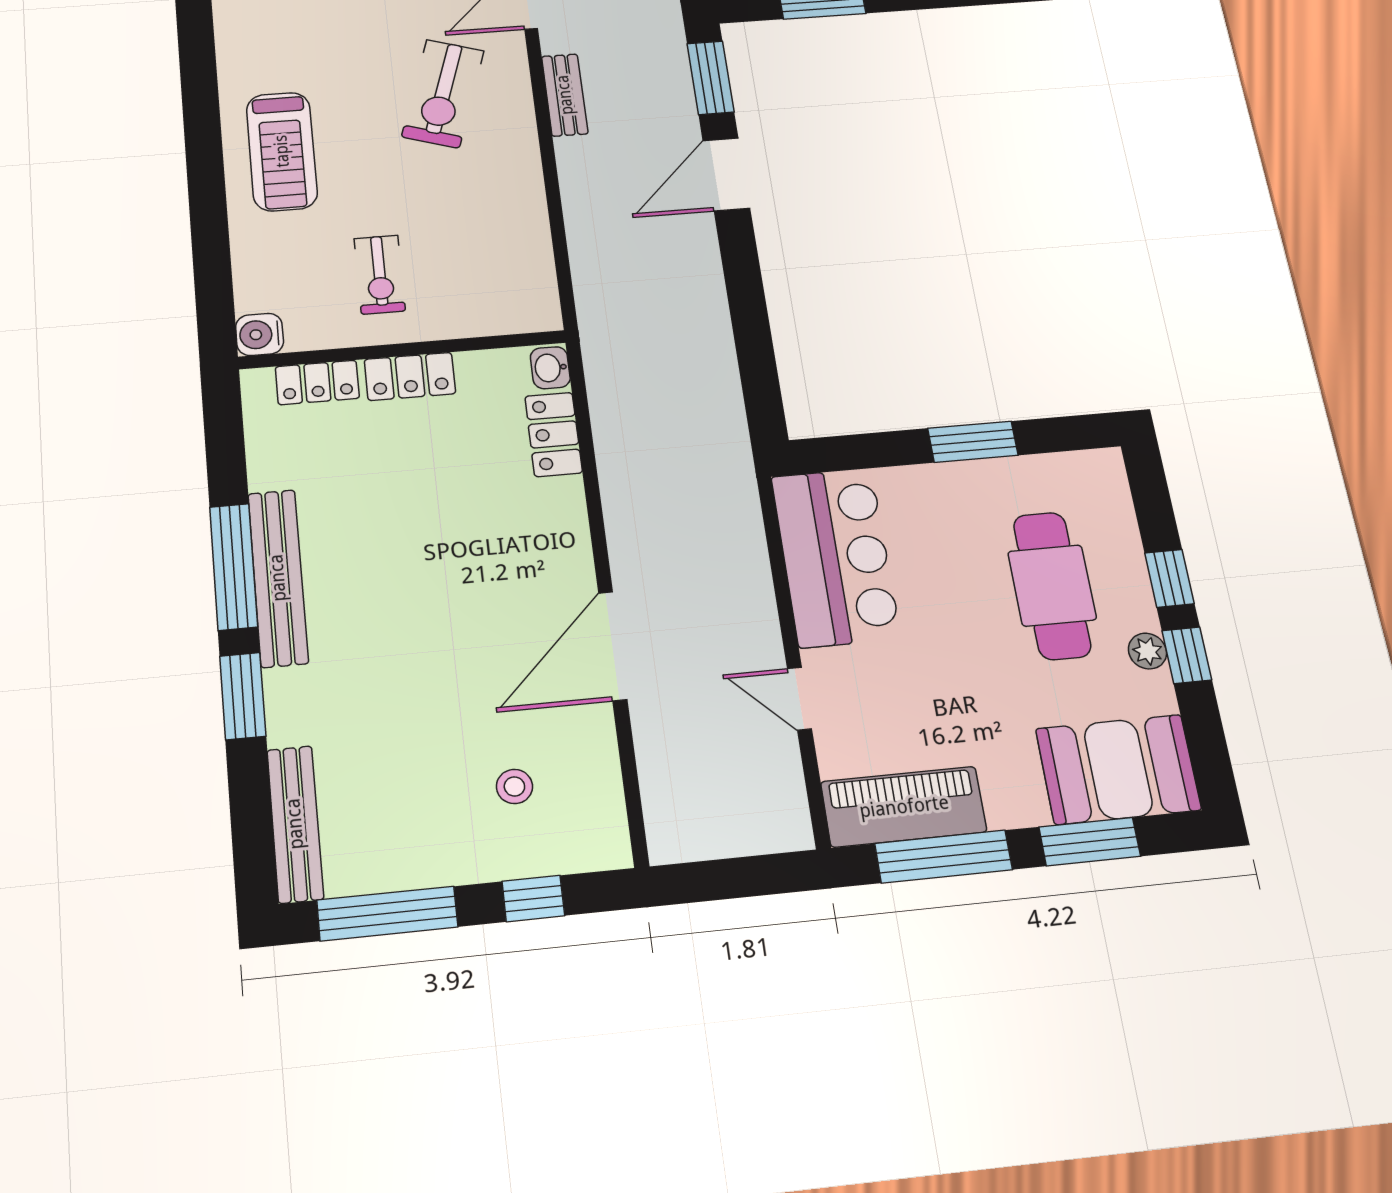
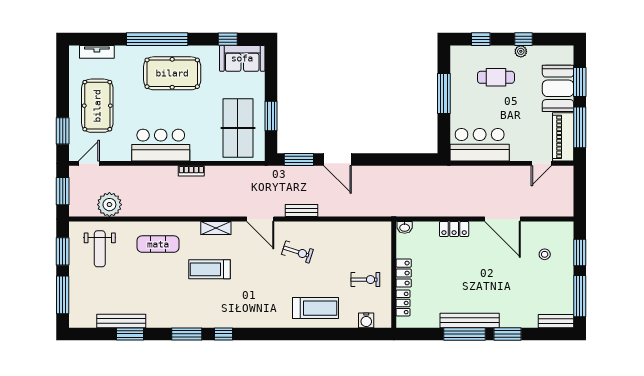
exercise bike: (443, 94) -> (297, 252), width x0.73, depth x0.72
water cooler: (260, 334) -> (366, 320), moved
locker: (554, 434) -> (454, 229), moved
window: (973, 442) -> (444, 94), width x1.44
window: (1169, 578) -> (481, 39), moved
cafe table: (1052, 586) -> (496, 77), width x0.73, depth x0.74
door: (799, 699) -> (541, 163), moved
booth: (1118, 769) -> (558, 88), moved
bench: (295, 824) -> (556, 321), width x0.73
window: (533, 899) -> (580, 252), width x1.50

